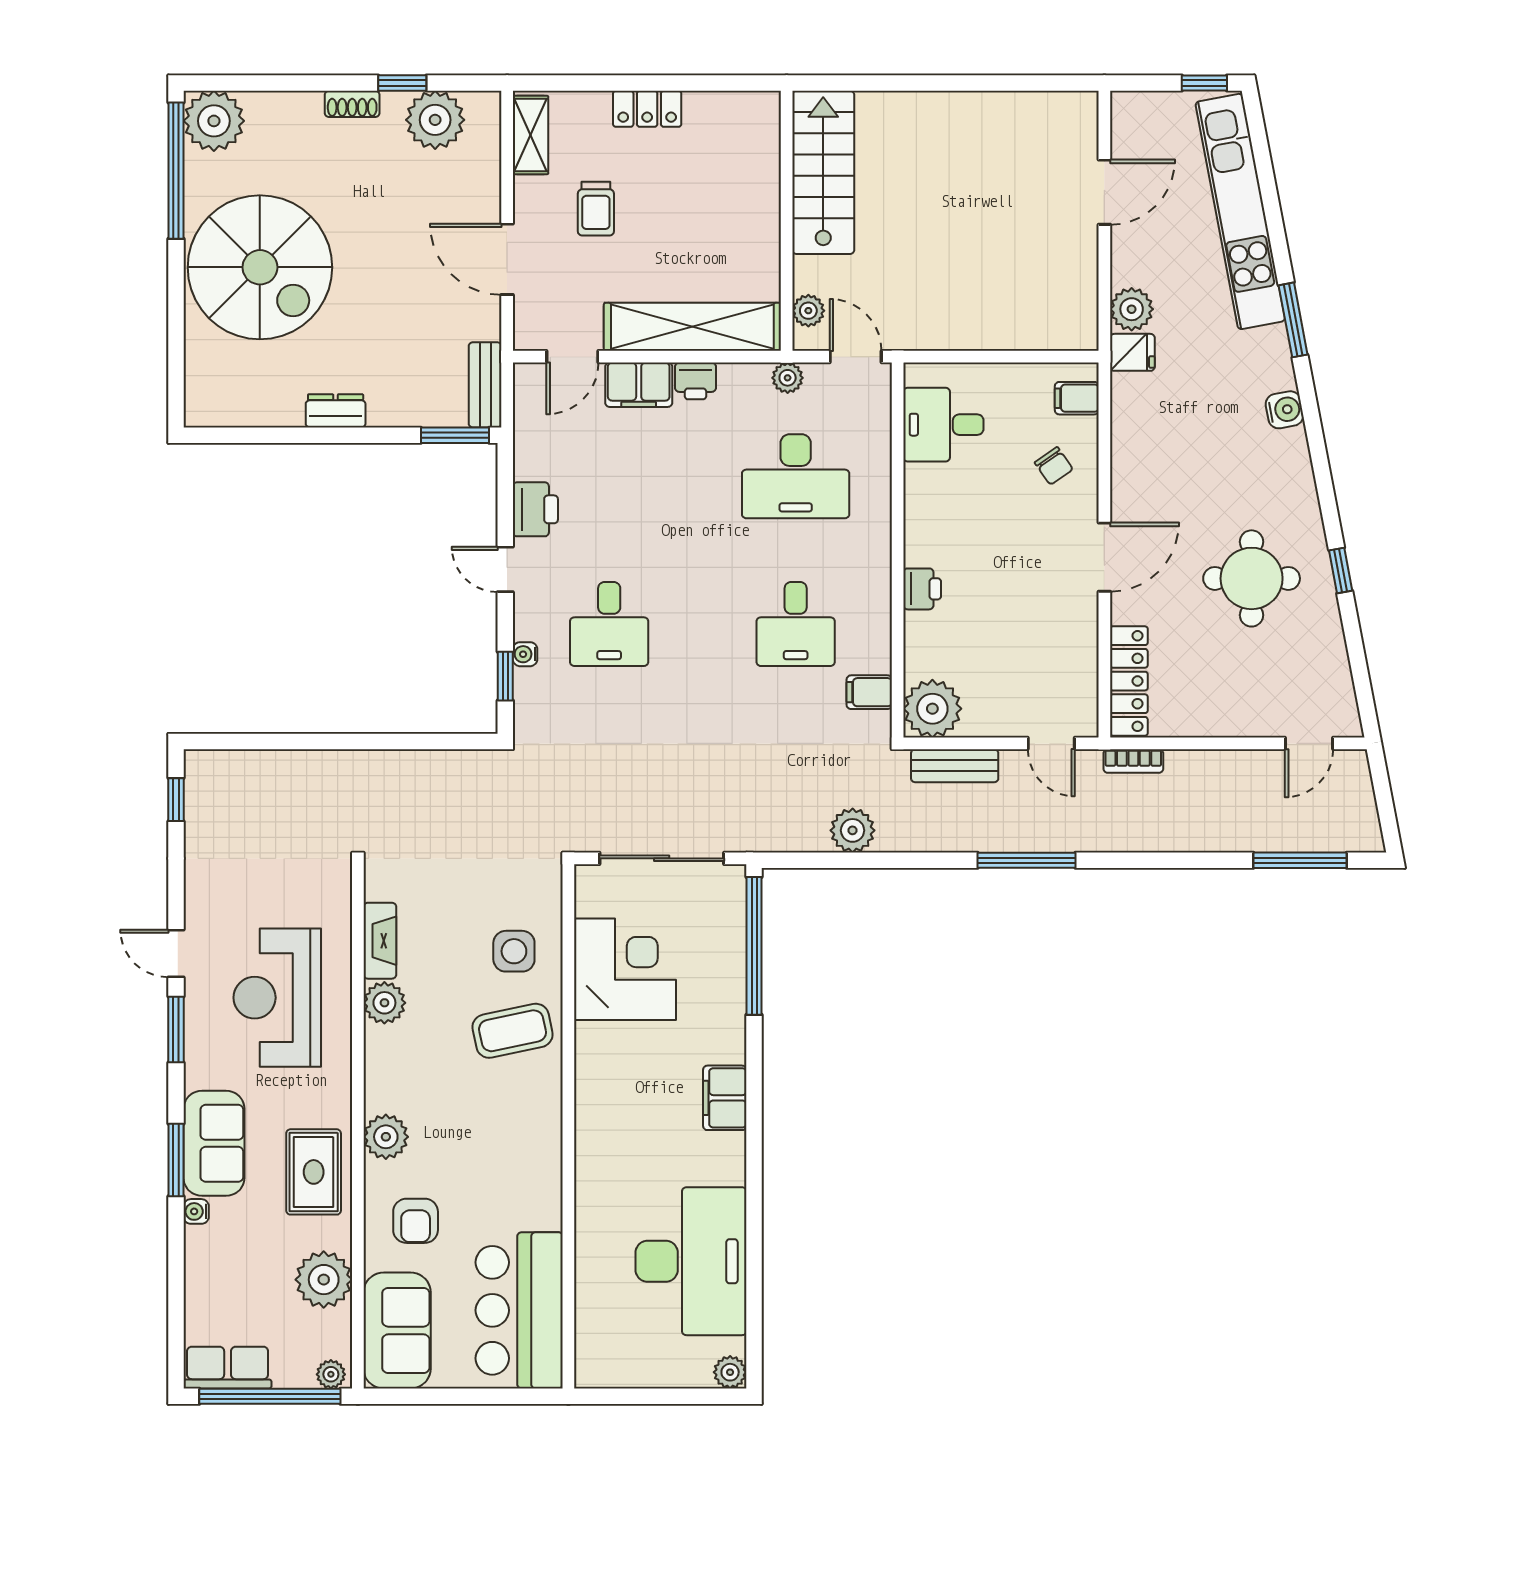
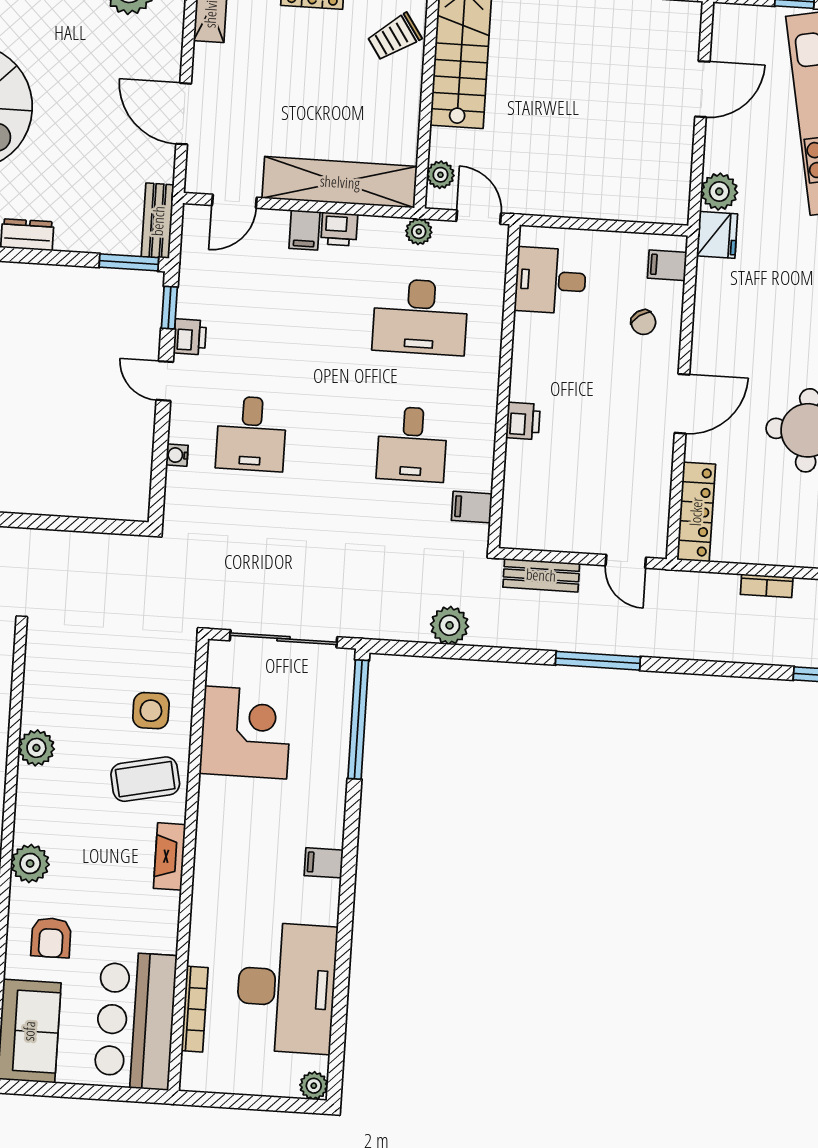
trolley: (596, 209) -> (394, 37), moved, turned 56
fridge: (1132, 352) -> (717, 235), width x1.38
filing cabinet: (639, 385) -> (304, 230), width x0.50
printer: (535, 509) -> (190, 337), width x0.73, depth x0.81
window: (505, 676) -> (169, 308), moved
plant: (932, 709) -> (525, 525), removed
bookcase: (1133, 761) -> (767, 586), moved
fireplace: (380, 941) -> (170, 856), moved, turned 180
filing cabinet: (725, 1098) -> (324, 863), width x0.50
bookcase: (587, 1293) -> (195, 1009), added

